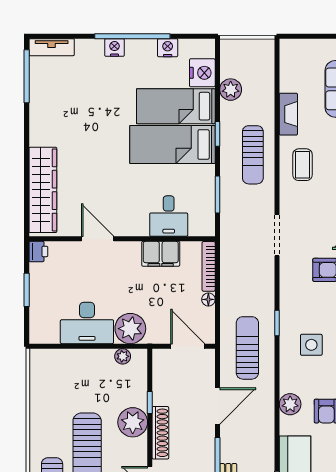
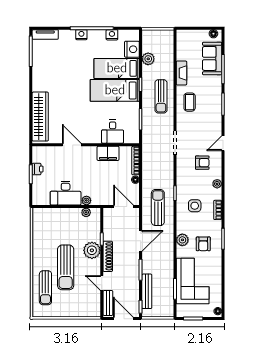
printer: (38, 251) -> (38, 169), moved
plant: (130, 329) -> (86, 200), width x0.53, depth x0.53

